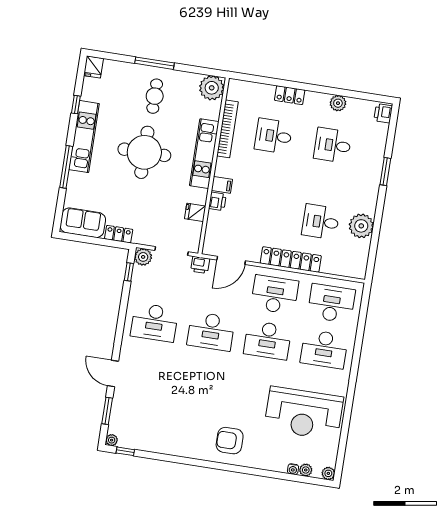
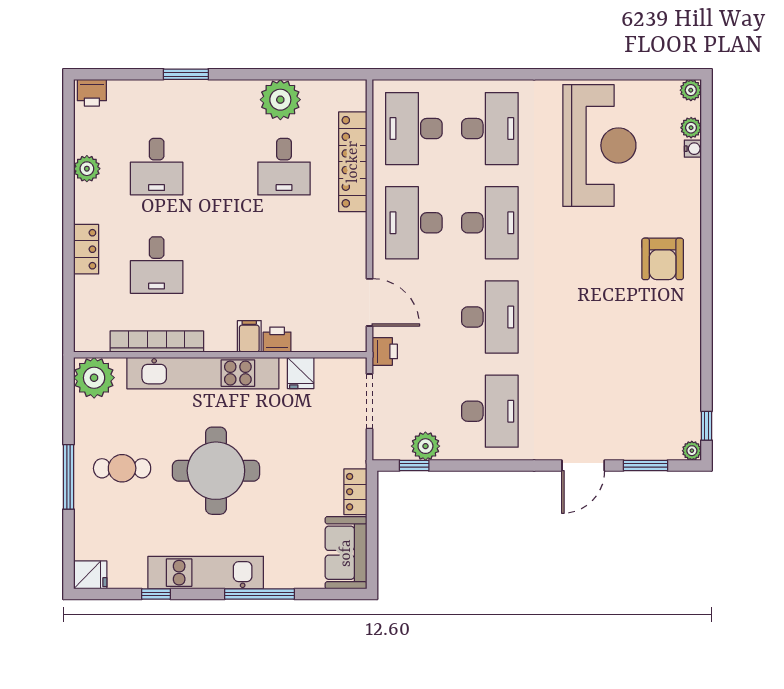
kitchen unit: (204, 154) -> (203, 373), width x1.36
plant: (143, 257) -> (425, 446), moved
locker: (291, 259) -> (353, 162), moved

